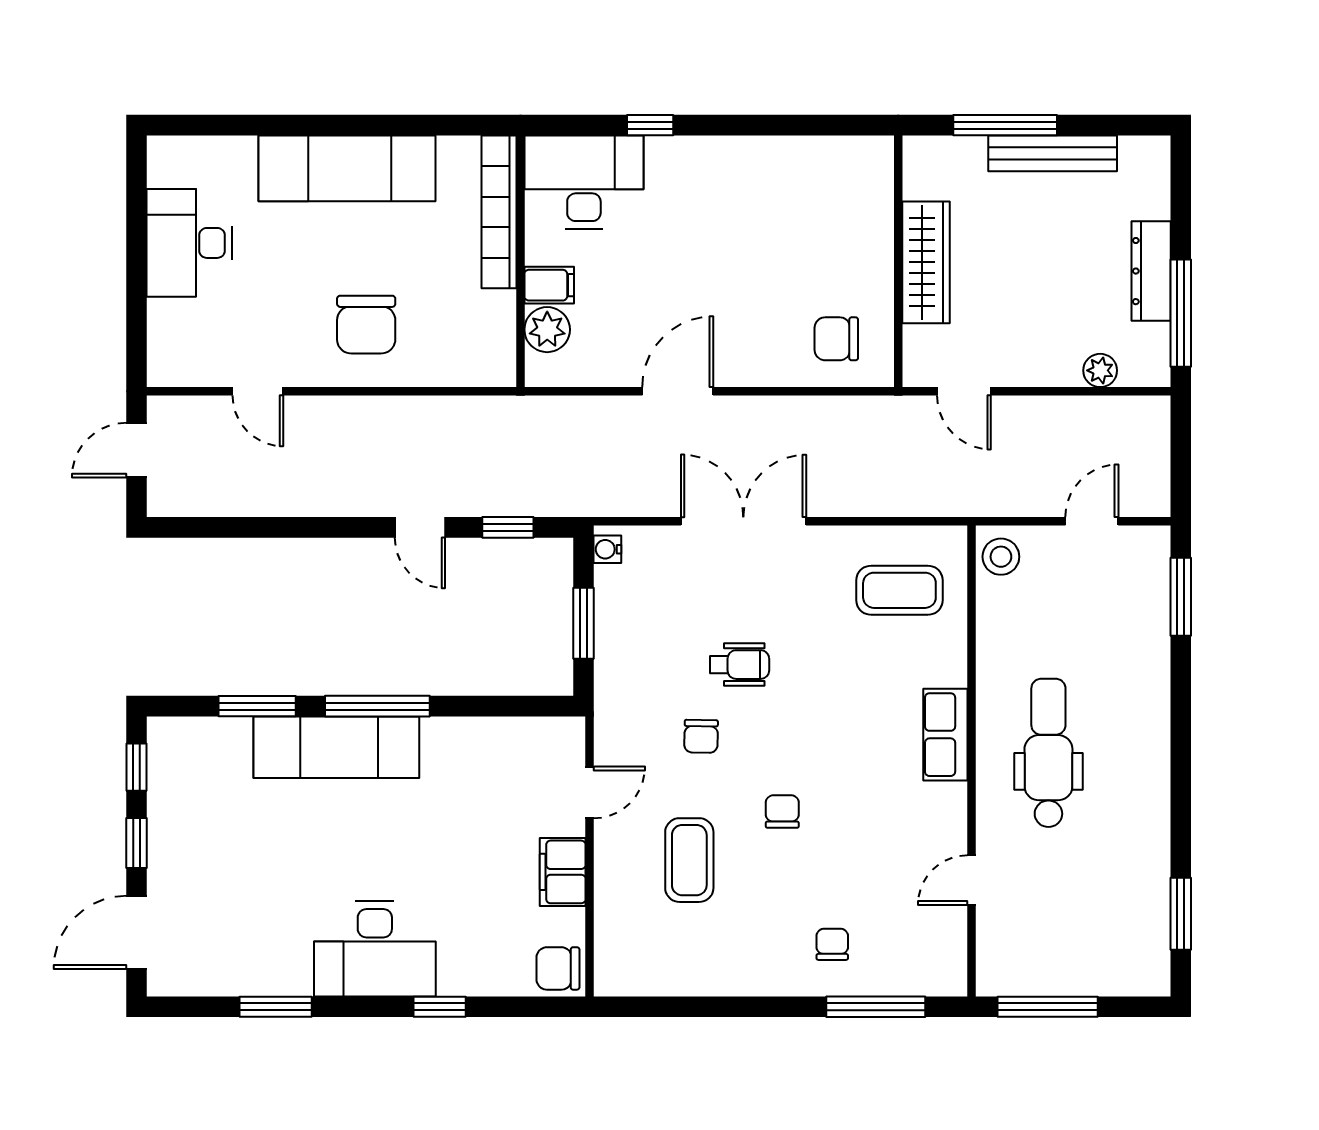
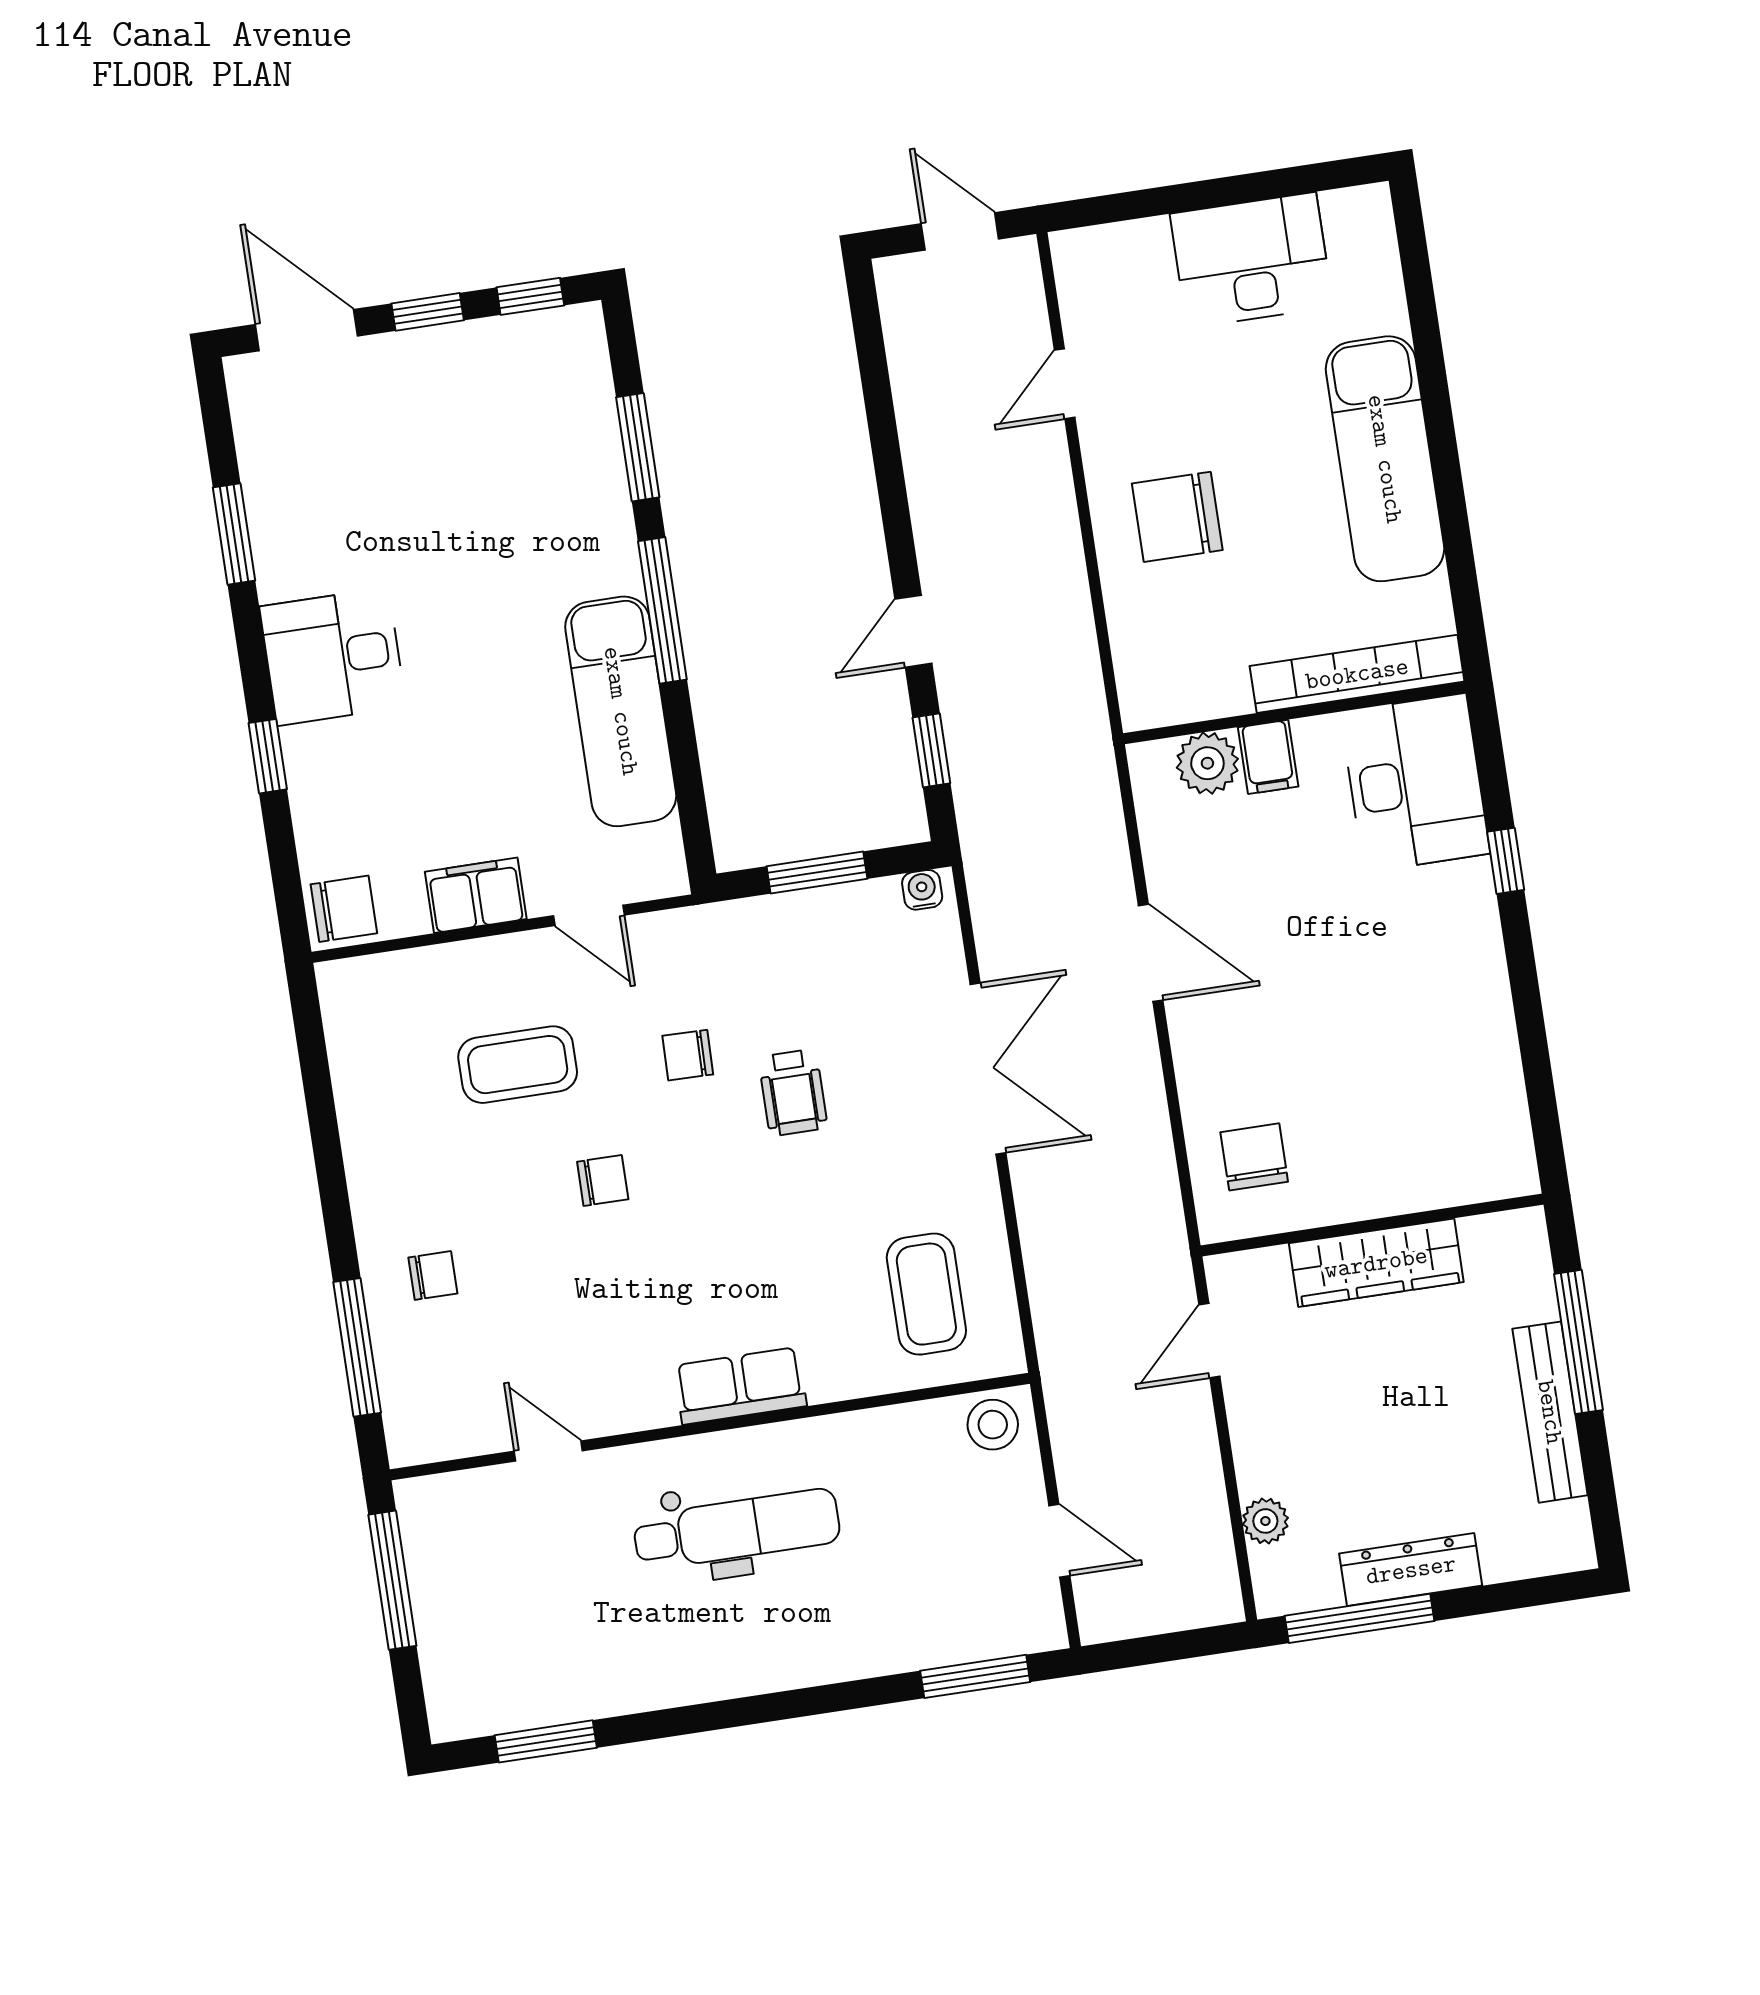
exam couch: (336, 747) -> (621, 711), moved
desk: (375, 949) -> (333, 657), width x0.73
chair: (558, 968) -> (344, 909), turned 90

